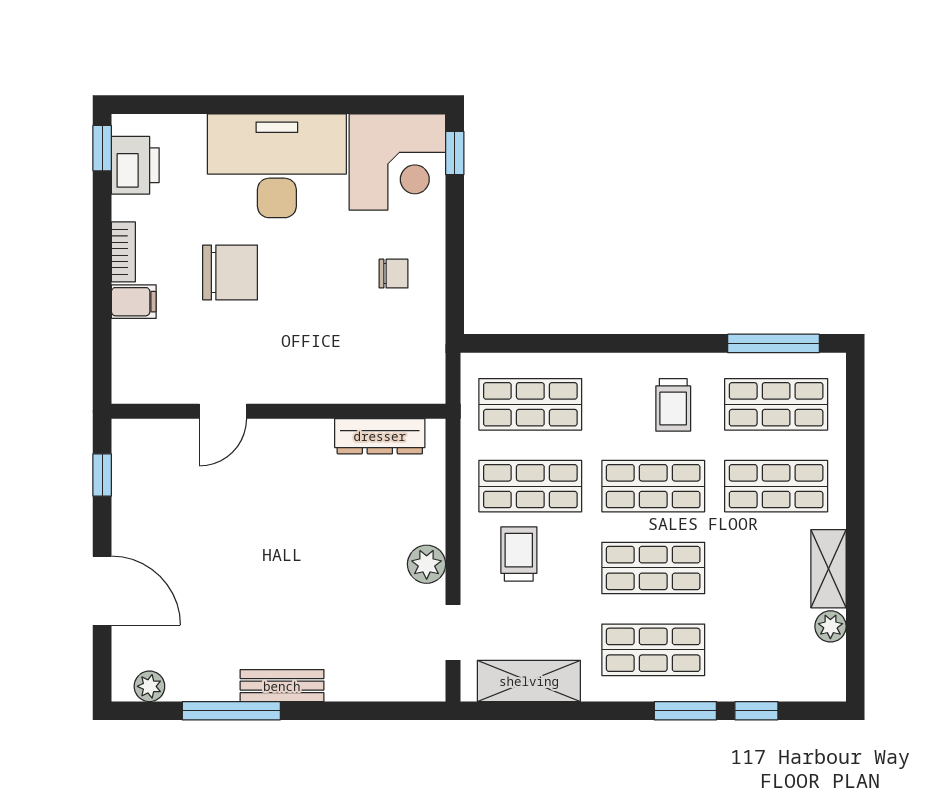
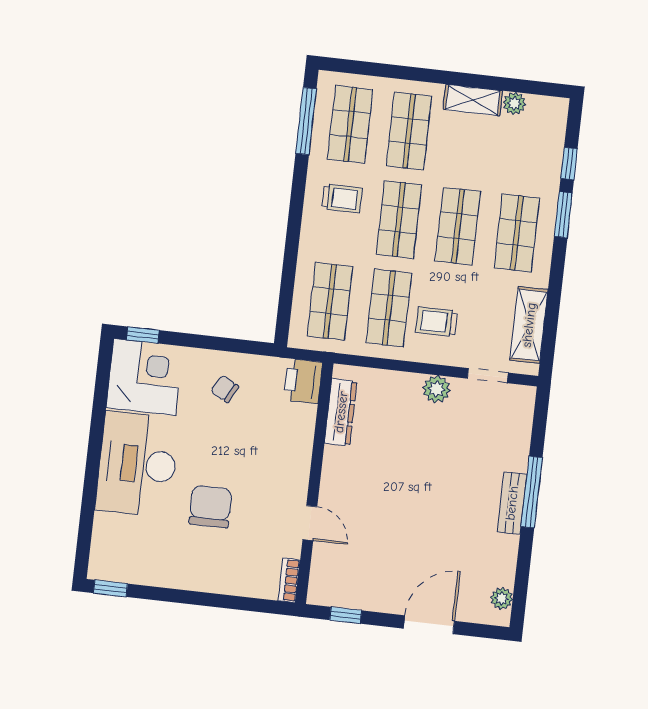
printer: (135, 165) -> (303, 381), moved, turned -90
bookcase: (123, 252) -> (289, 580), moved, turned -90
chair: (394, 274) -> (225, 389), turned -62
filing cabinet: (134, 302) -> (224, 578), removed
window: (231, 711) -> (532, 492), moved

